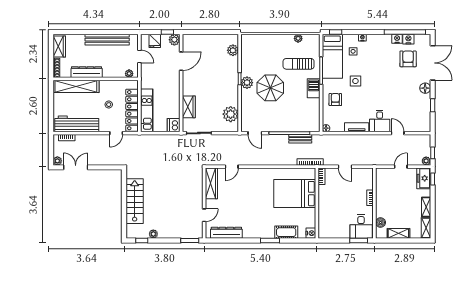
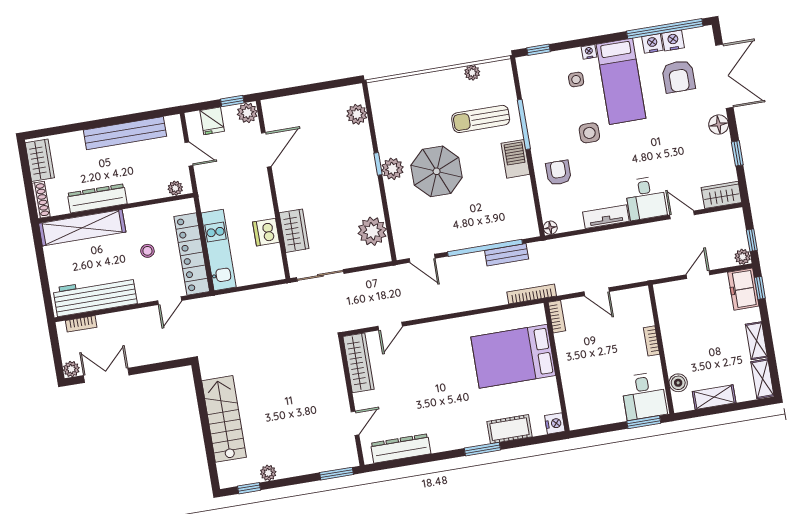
bed: (332, 56) -> (621, 81), moved
armchair: (408, 59) -> (678, 76), turned 180
dishwasher: (174, 125) -> (266, 232), moved
wardrobe: (420, 126) -> (721, 195), added

